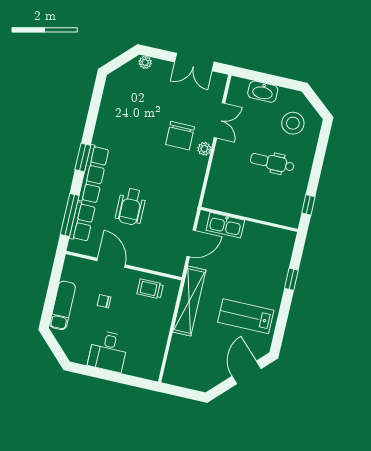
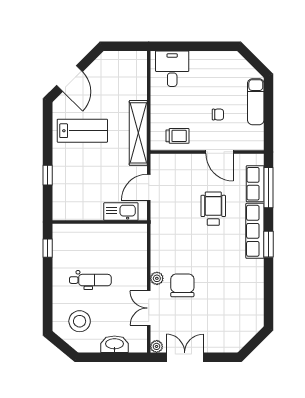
plant: (145, 62) -> (157, 346), moved
desk: (108, 351) -> (172, 69), moved

